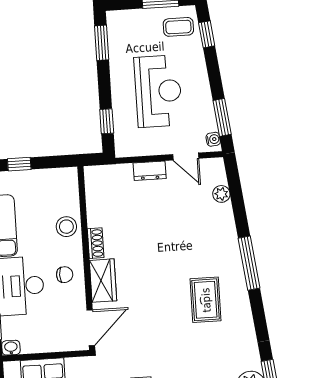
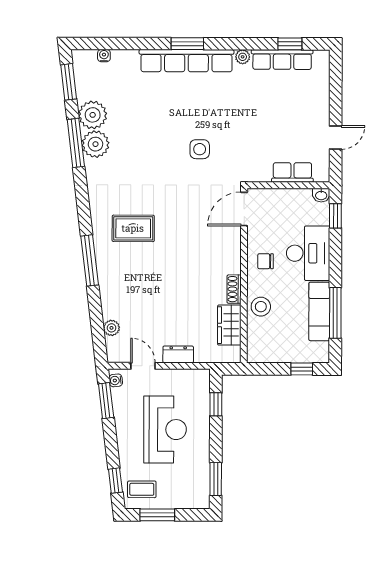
reception desk: (158, 91) -> (165, 430), turned 180
wardrobe: (103, 281) -> (229, 325), moved
rug: (206, 300) -> (133, 228), turned 90

